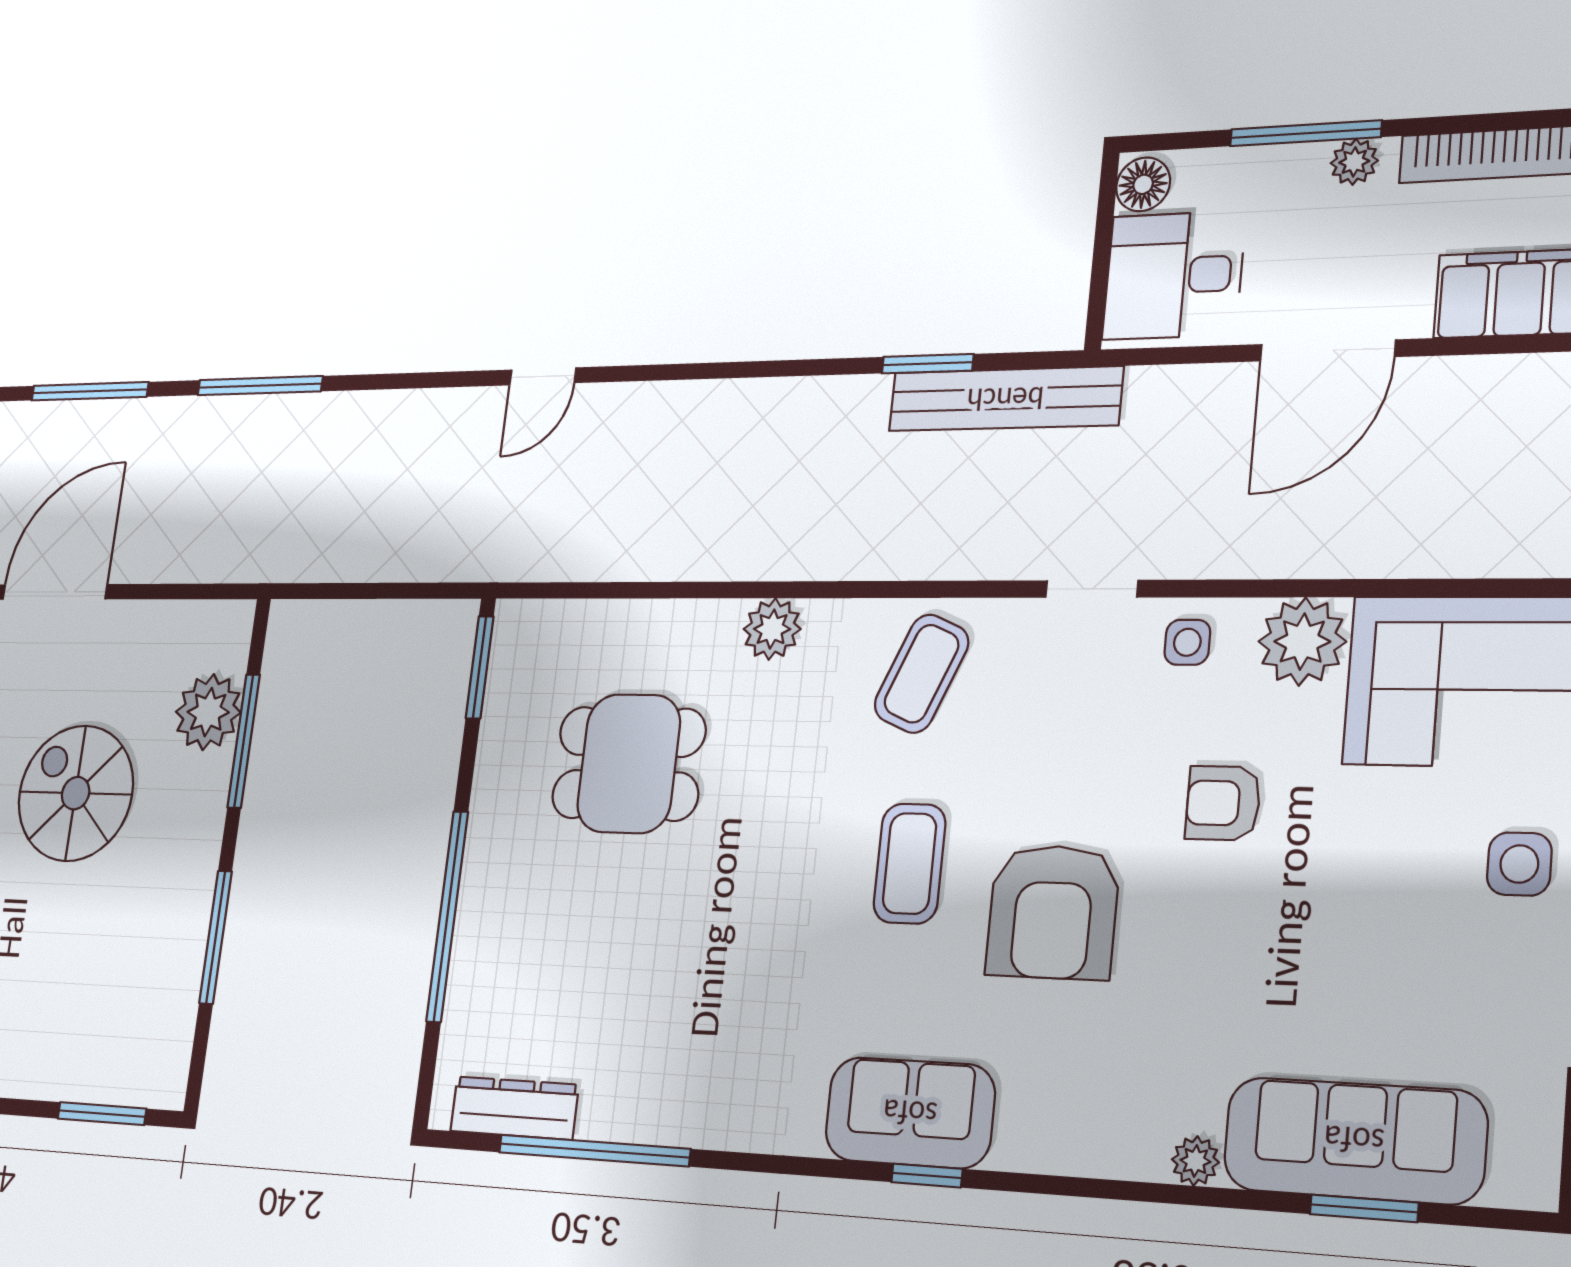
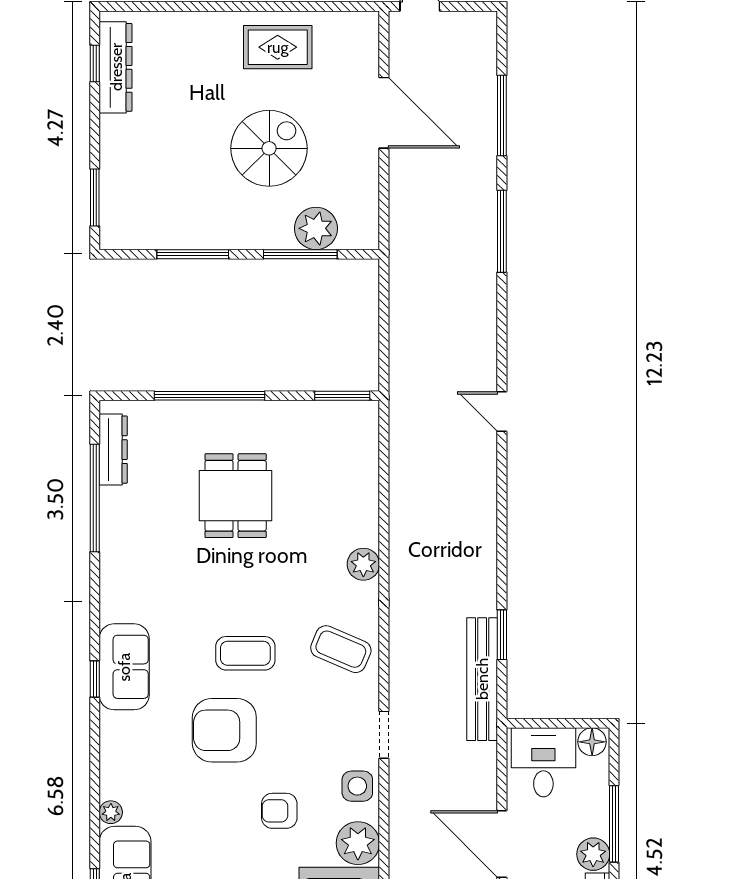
plant: (1354, 162) -> (593, 854), width x1.38, depth x1.38
side table: (1187, 642) -> (357, 786), width x1.37, depth x1.37
dining table: (629, 764) -> (236, 496), moved
armchair: (1223, 803) -> (279, 811), turned -90

